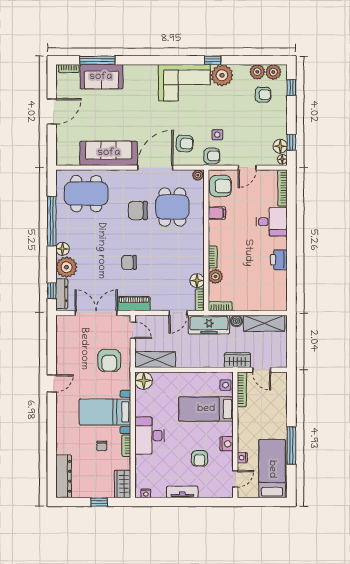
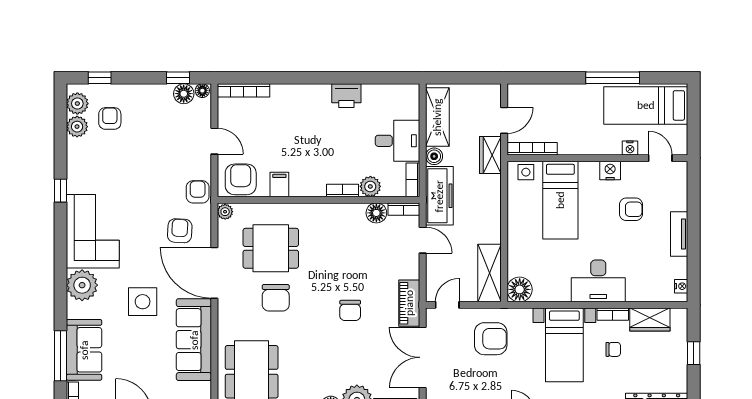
plant: (222, 75) -> (82, 285), moved
side table: (217, 135) -> (143, 302), moved, width x1.87, depth x1.87
desk: (272, 222) -> (398, 141), moved, turned 90
wardrobe: (123, 484) -> (650, 320), moved

